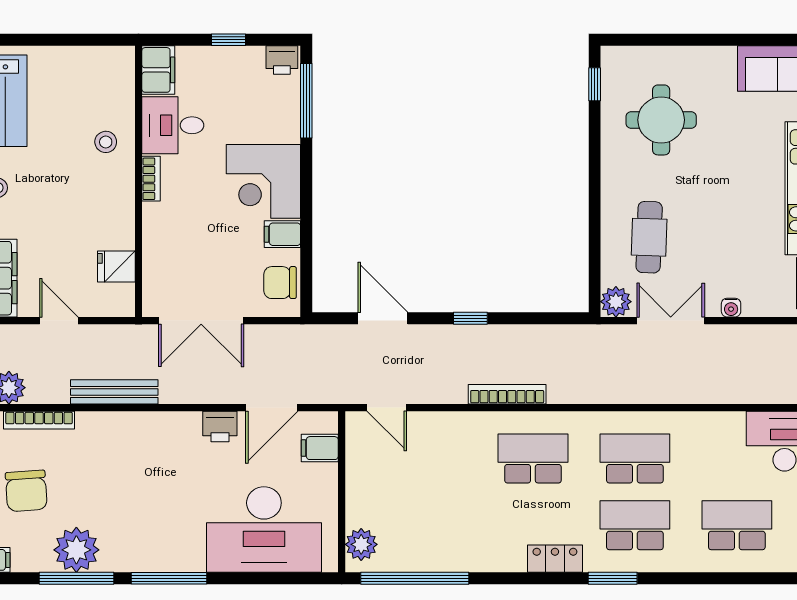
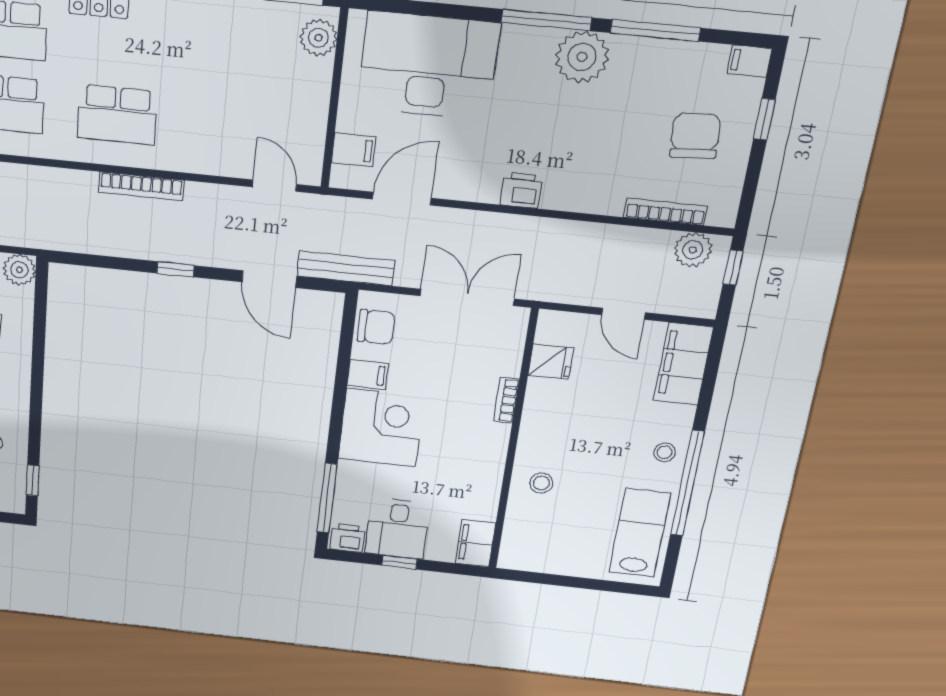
desk: (173, 125) -> (397, 528), moved, turned 90
bookcase: (151, 179) -> (506, 400), moved
bench: (114, 392) -> (346, 268), moved
printer: (220, 427) -> (521, 190), moved
plant: (76, 550) -> (582, 57), moved

